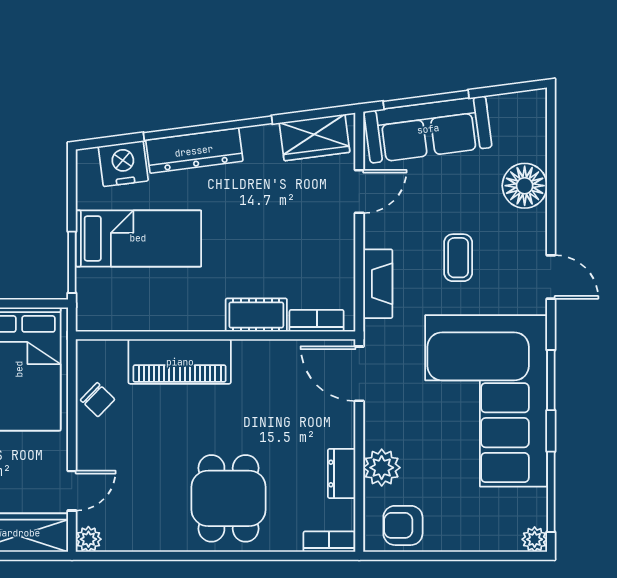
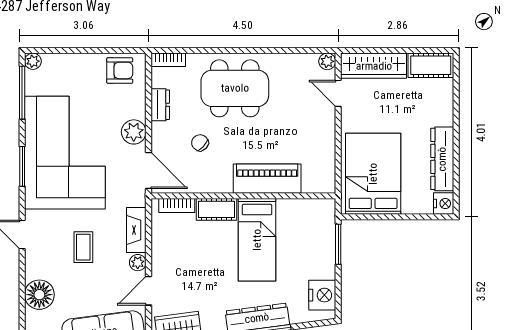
nightstand: (123, 164) -> (322, 295), moved, turned -83
plant: (376, 234) -> (138, 263), added
bed: (138, 238) -> (257, 240), moved, turned -90
chair: (98, 400) -> (200, 143), moved
plant: (382, 468) -> (134, 132), moved
door: (72, 491) -> (338, 93), hinge flipped
dining table: (229, 498) -> (235, 88), width x1.38

